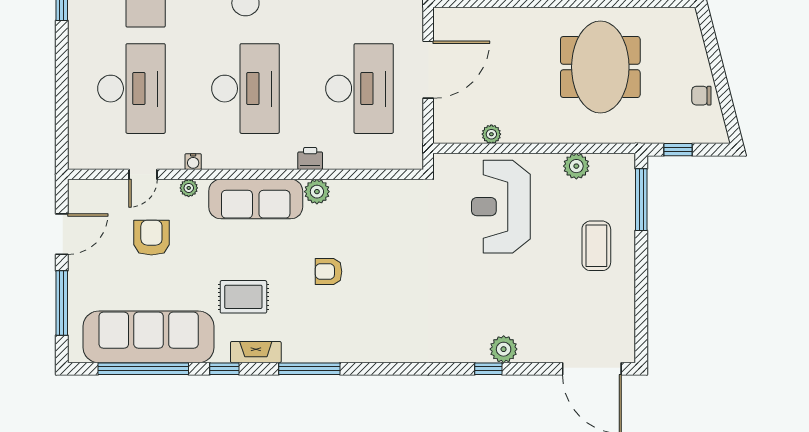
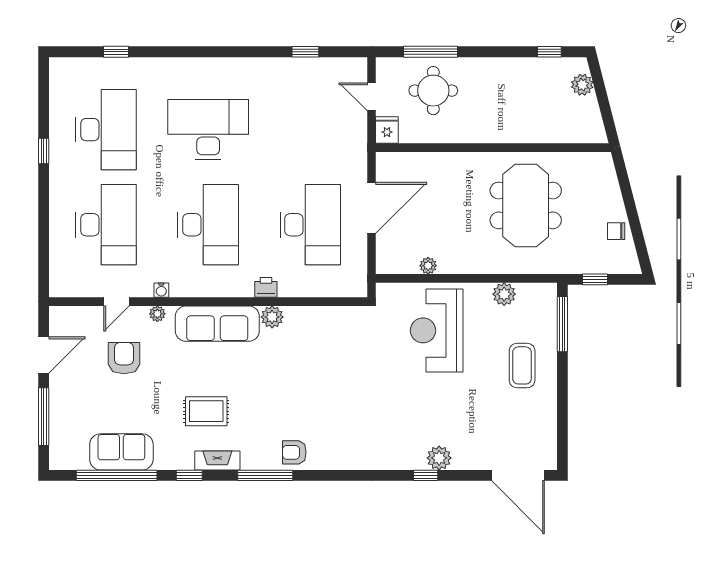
armchair: (329, 272) -> (294, 452), moved
sofa: (149, 337) -> (121, 452), width x0.54, depth x0.79

